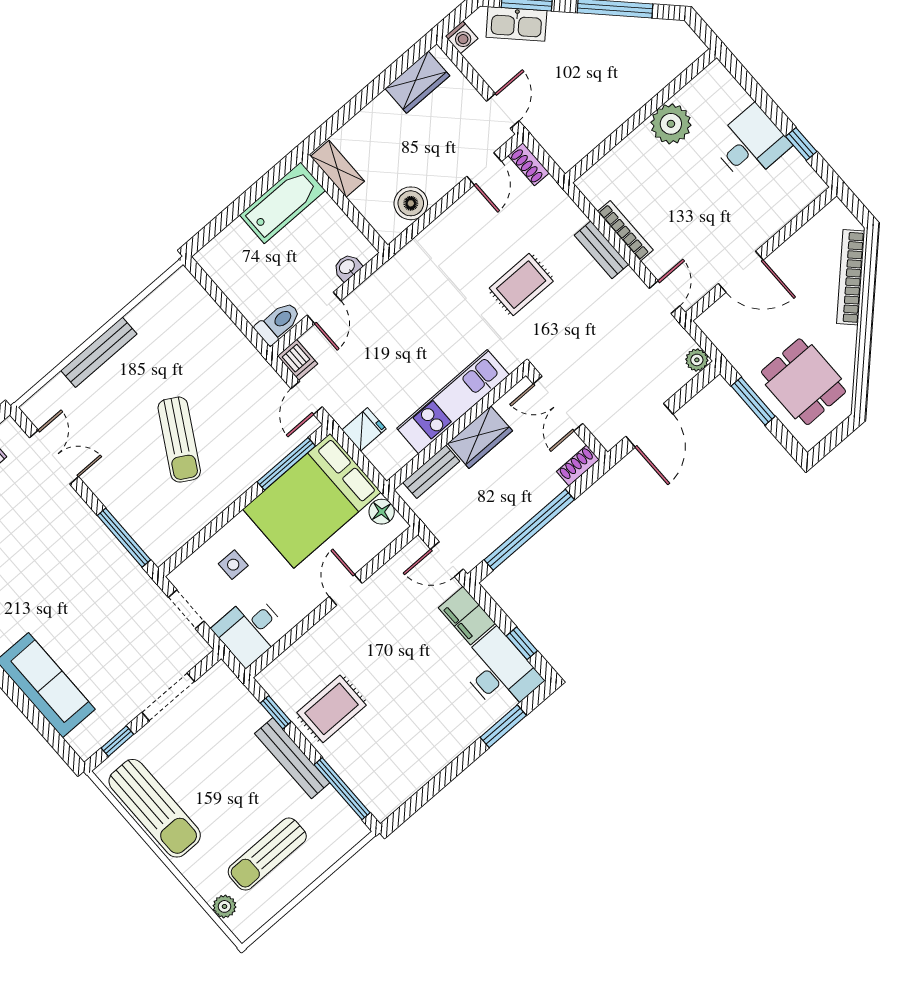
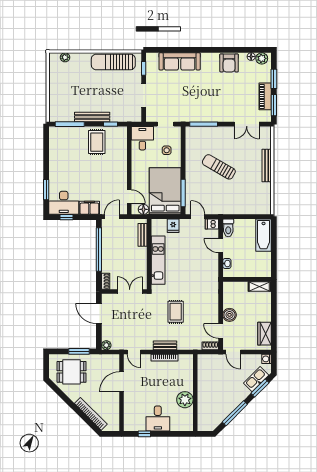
bathtub: (283, 203) -> (264, 235), moved
boiler: (411, 203) -> (229, 315), moved
wardrobe: (480, 437) -> (140, 259), removed
door: (346, 590) -> (129, 197), moved
sun lounger: (267, 854) -> (70, 84), removed

